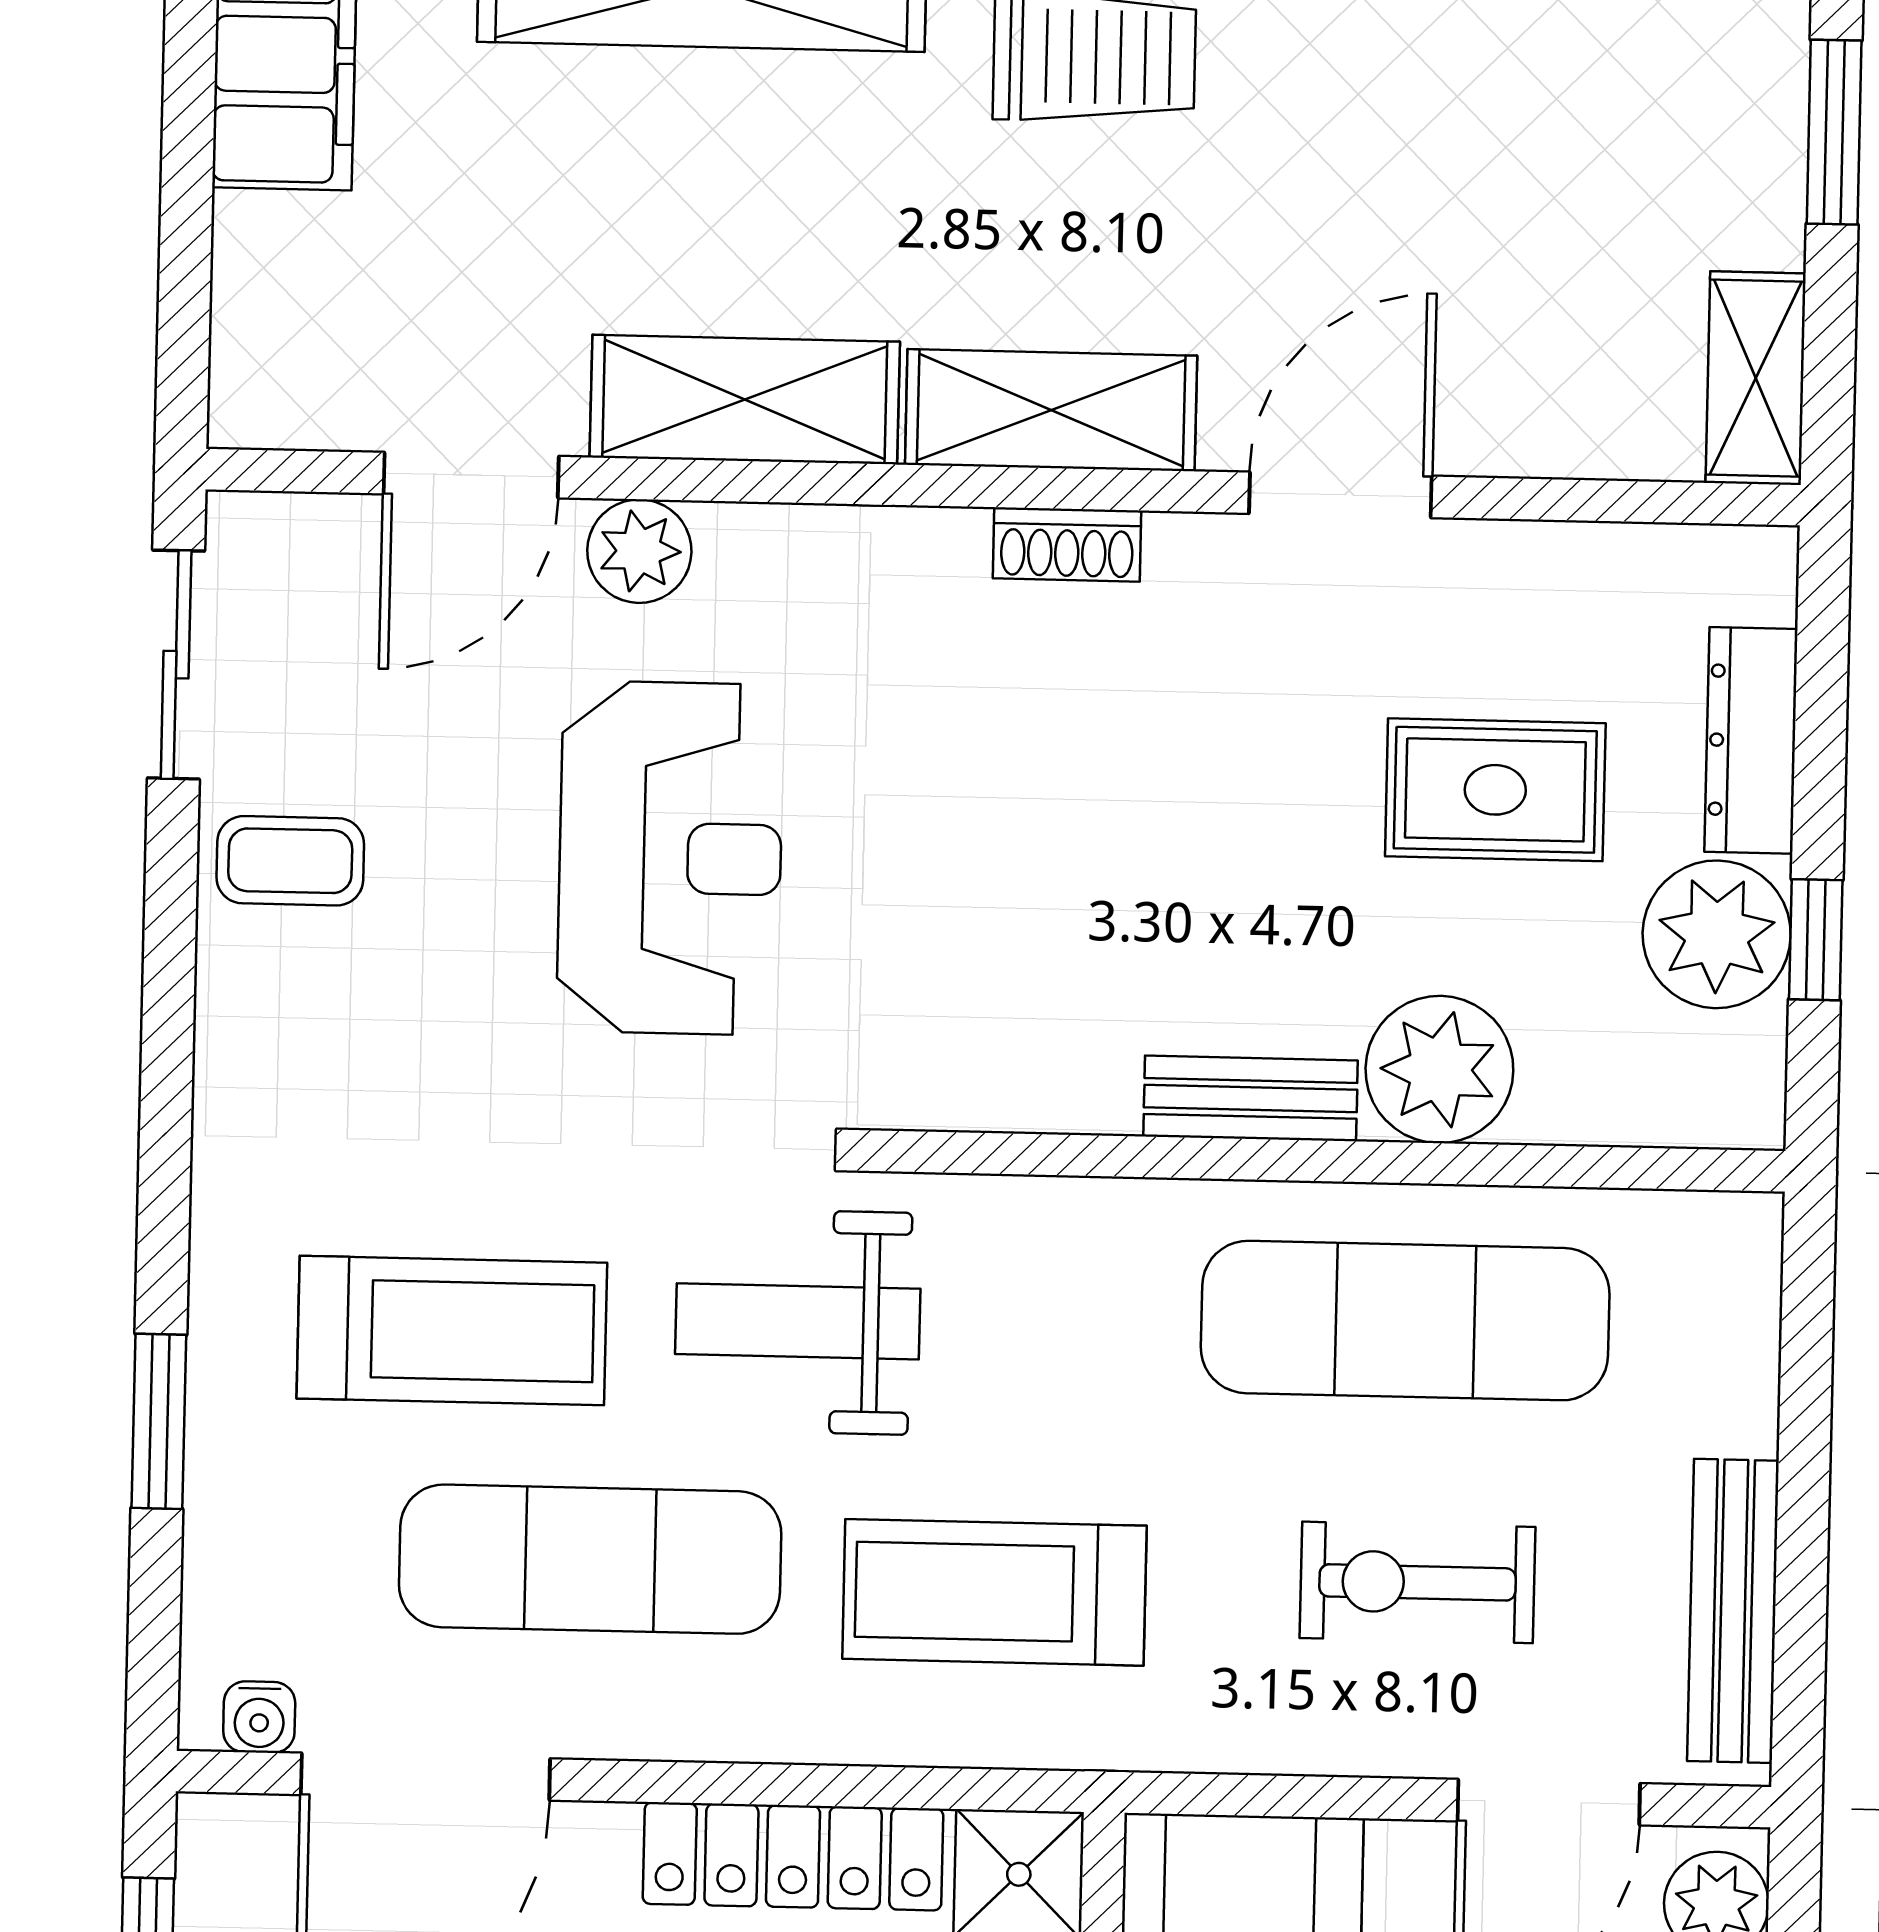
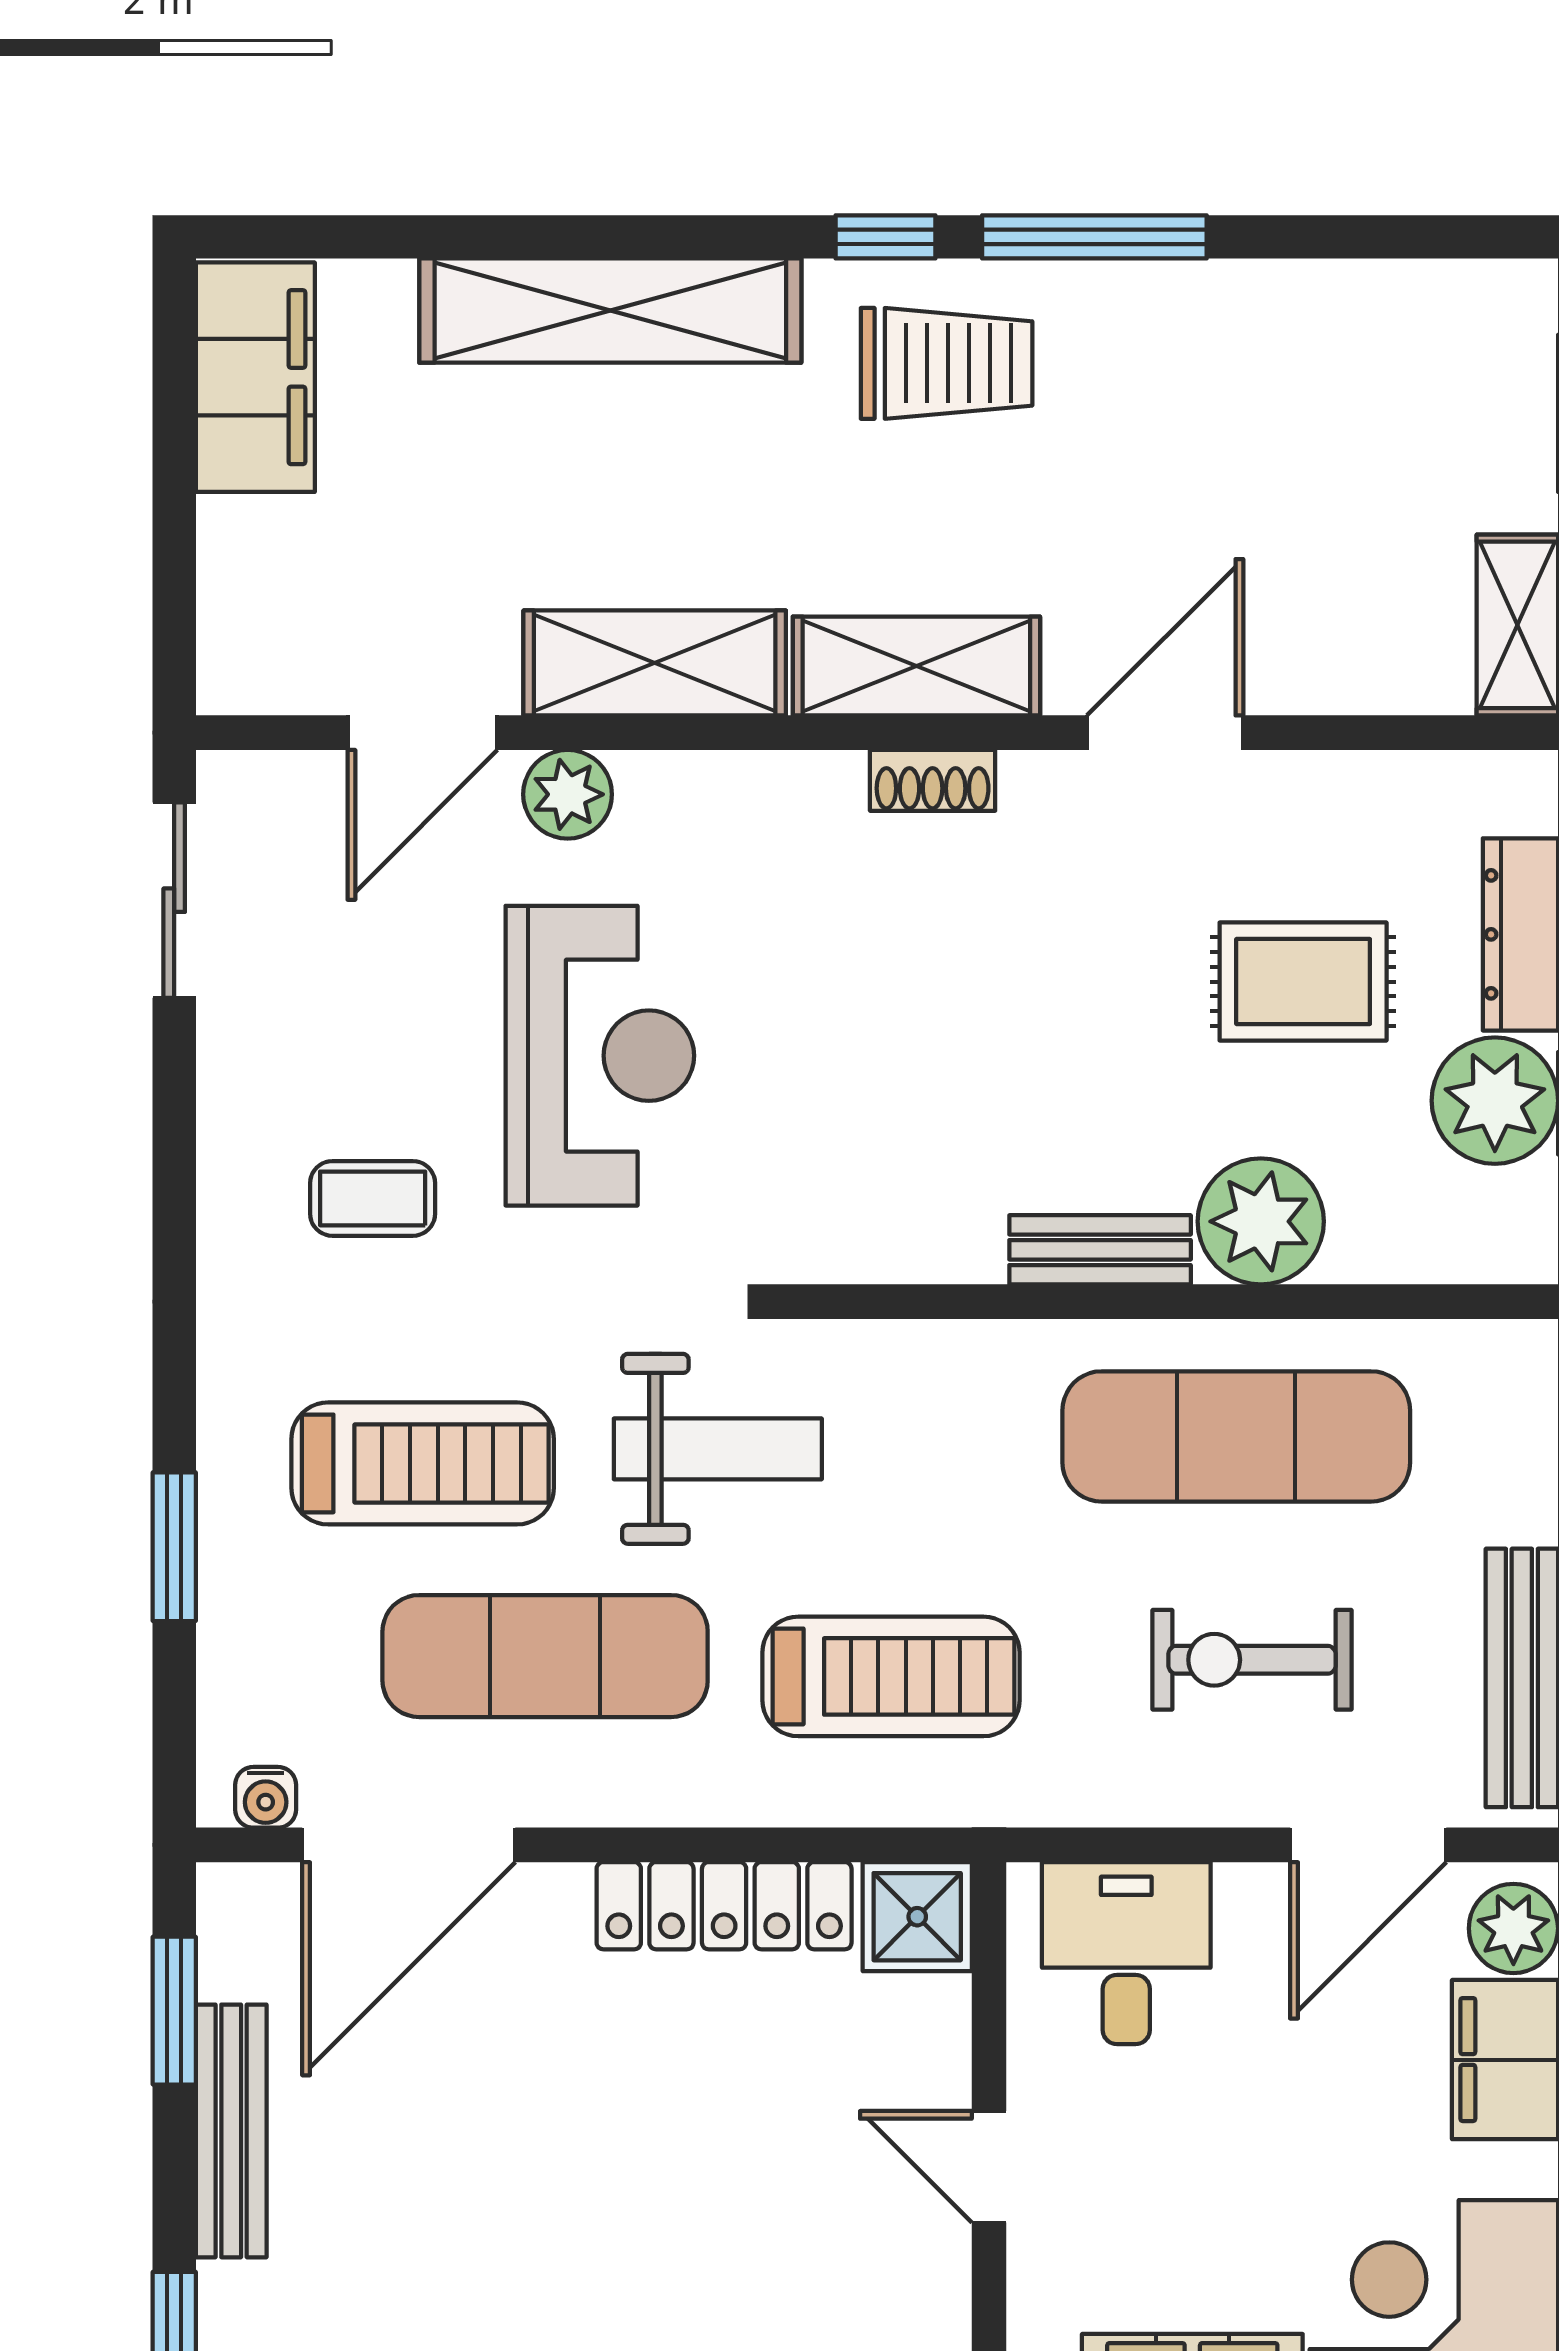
coffee table: (290, 861) -> (373, 1198), moved
weight bench: (798, 1321) -> (718, 1449), turned 180
treadmill: (994, 1592) -> (891, 1676), turned 180

